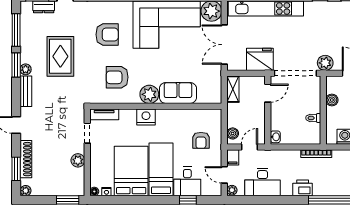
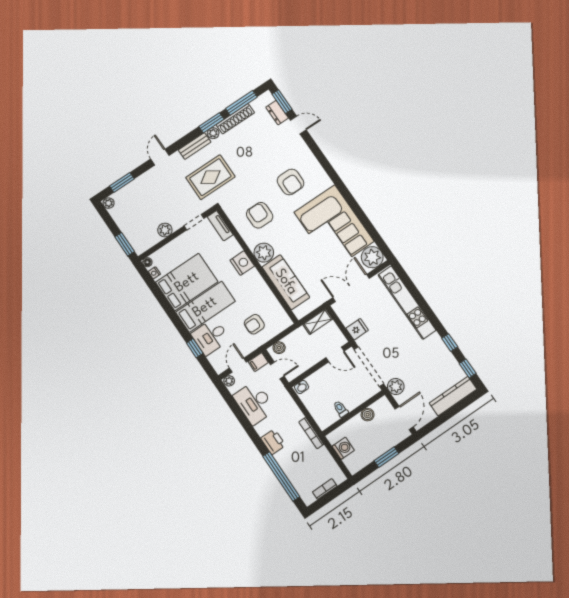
rug: (60, 56) -> (210, 177), moved
fridge: (260, 59) -> (357, 329), width x0.53, depth x0.75
sofa: (178, 93) -> (286, 282), width x1.36
shoe rack: (26, 159) -> (235, 119), moved

